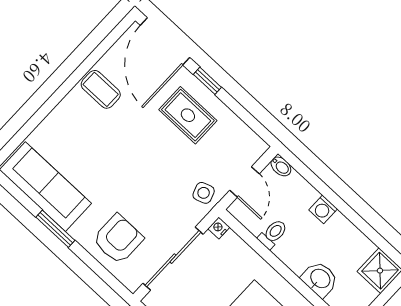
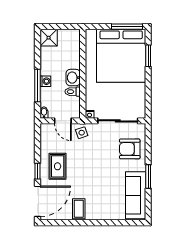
door: (244, 182) -> (63, 121), swing flipped
window: (327, 193) -> (38, 85), added
washbasin: (320, 279) -> (73, 78), moved

